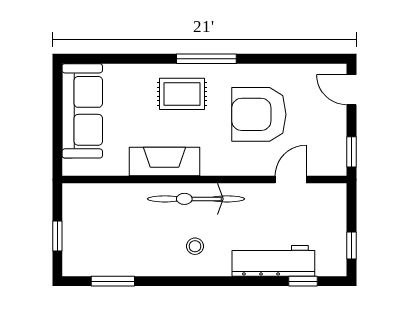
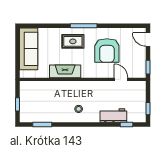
armchair: (259, 114) -> (107, 50), turned -90
door: (291, 180) -> (121, 79), hinge flipped
bicycle: (196, 199) -> (79, 88), removed
workbench: (273, 261) -> (113, 115), width x0.73

